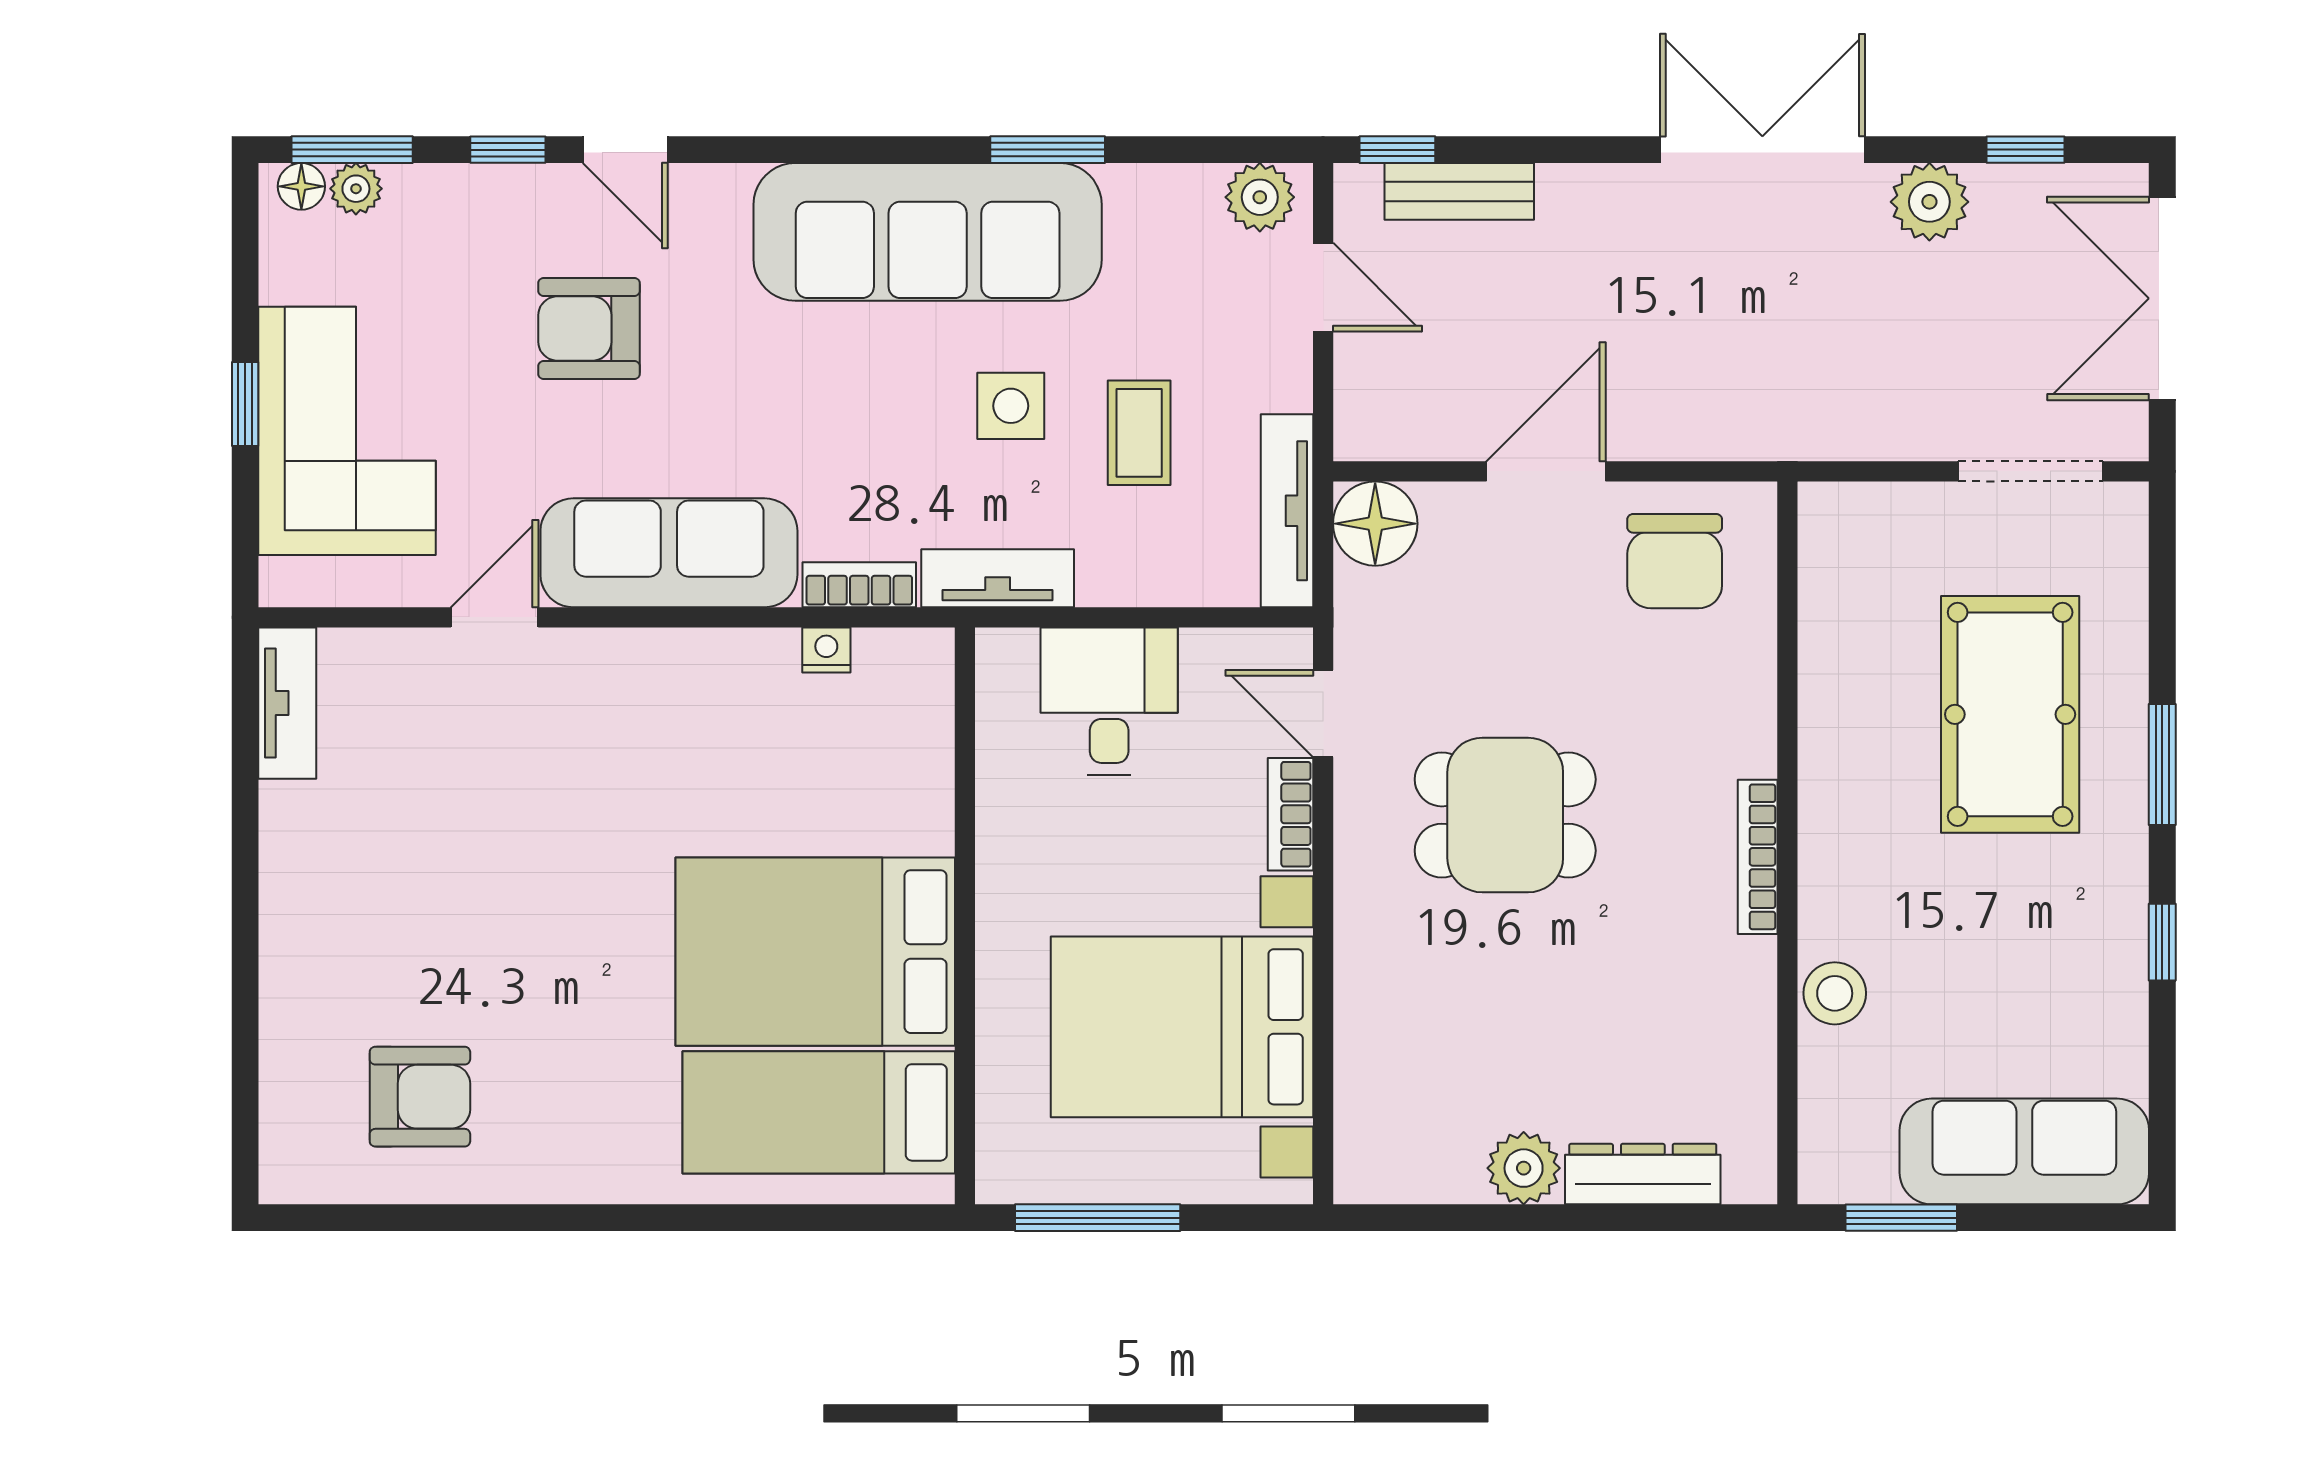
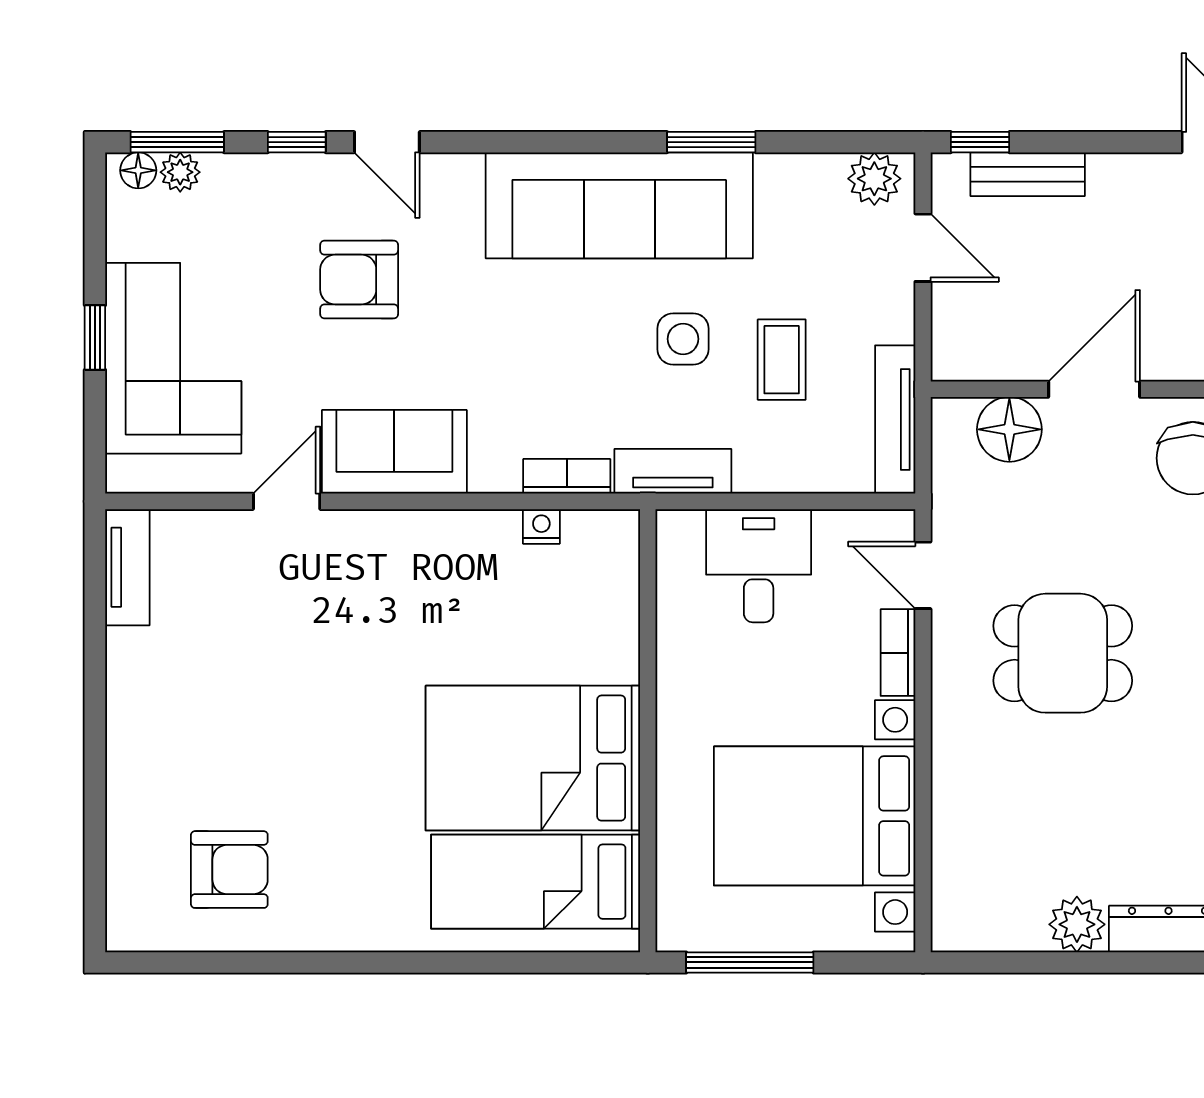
floor lamp: (1375, 524) -> (1009, 429), moved
sofa: (669, 553) -> (394, 452), width x0.73

